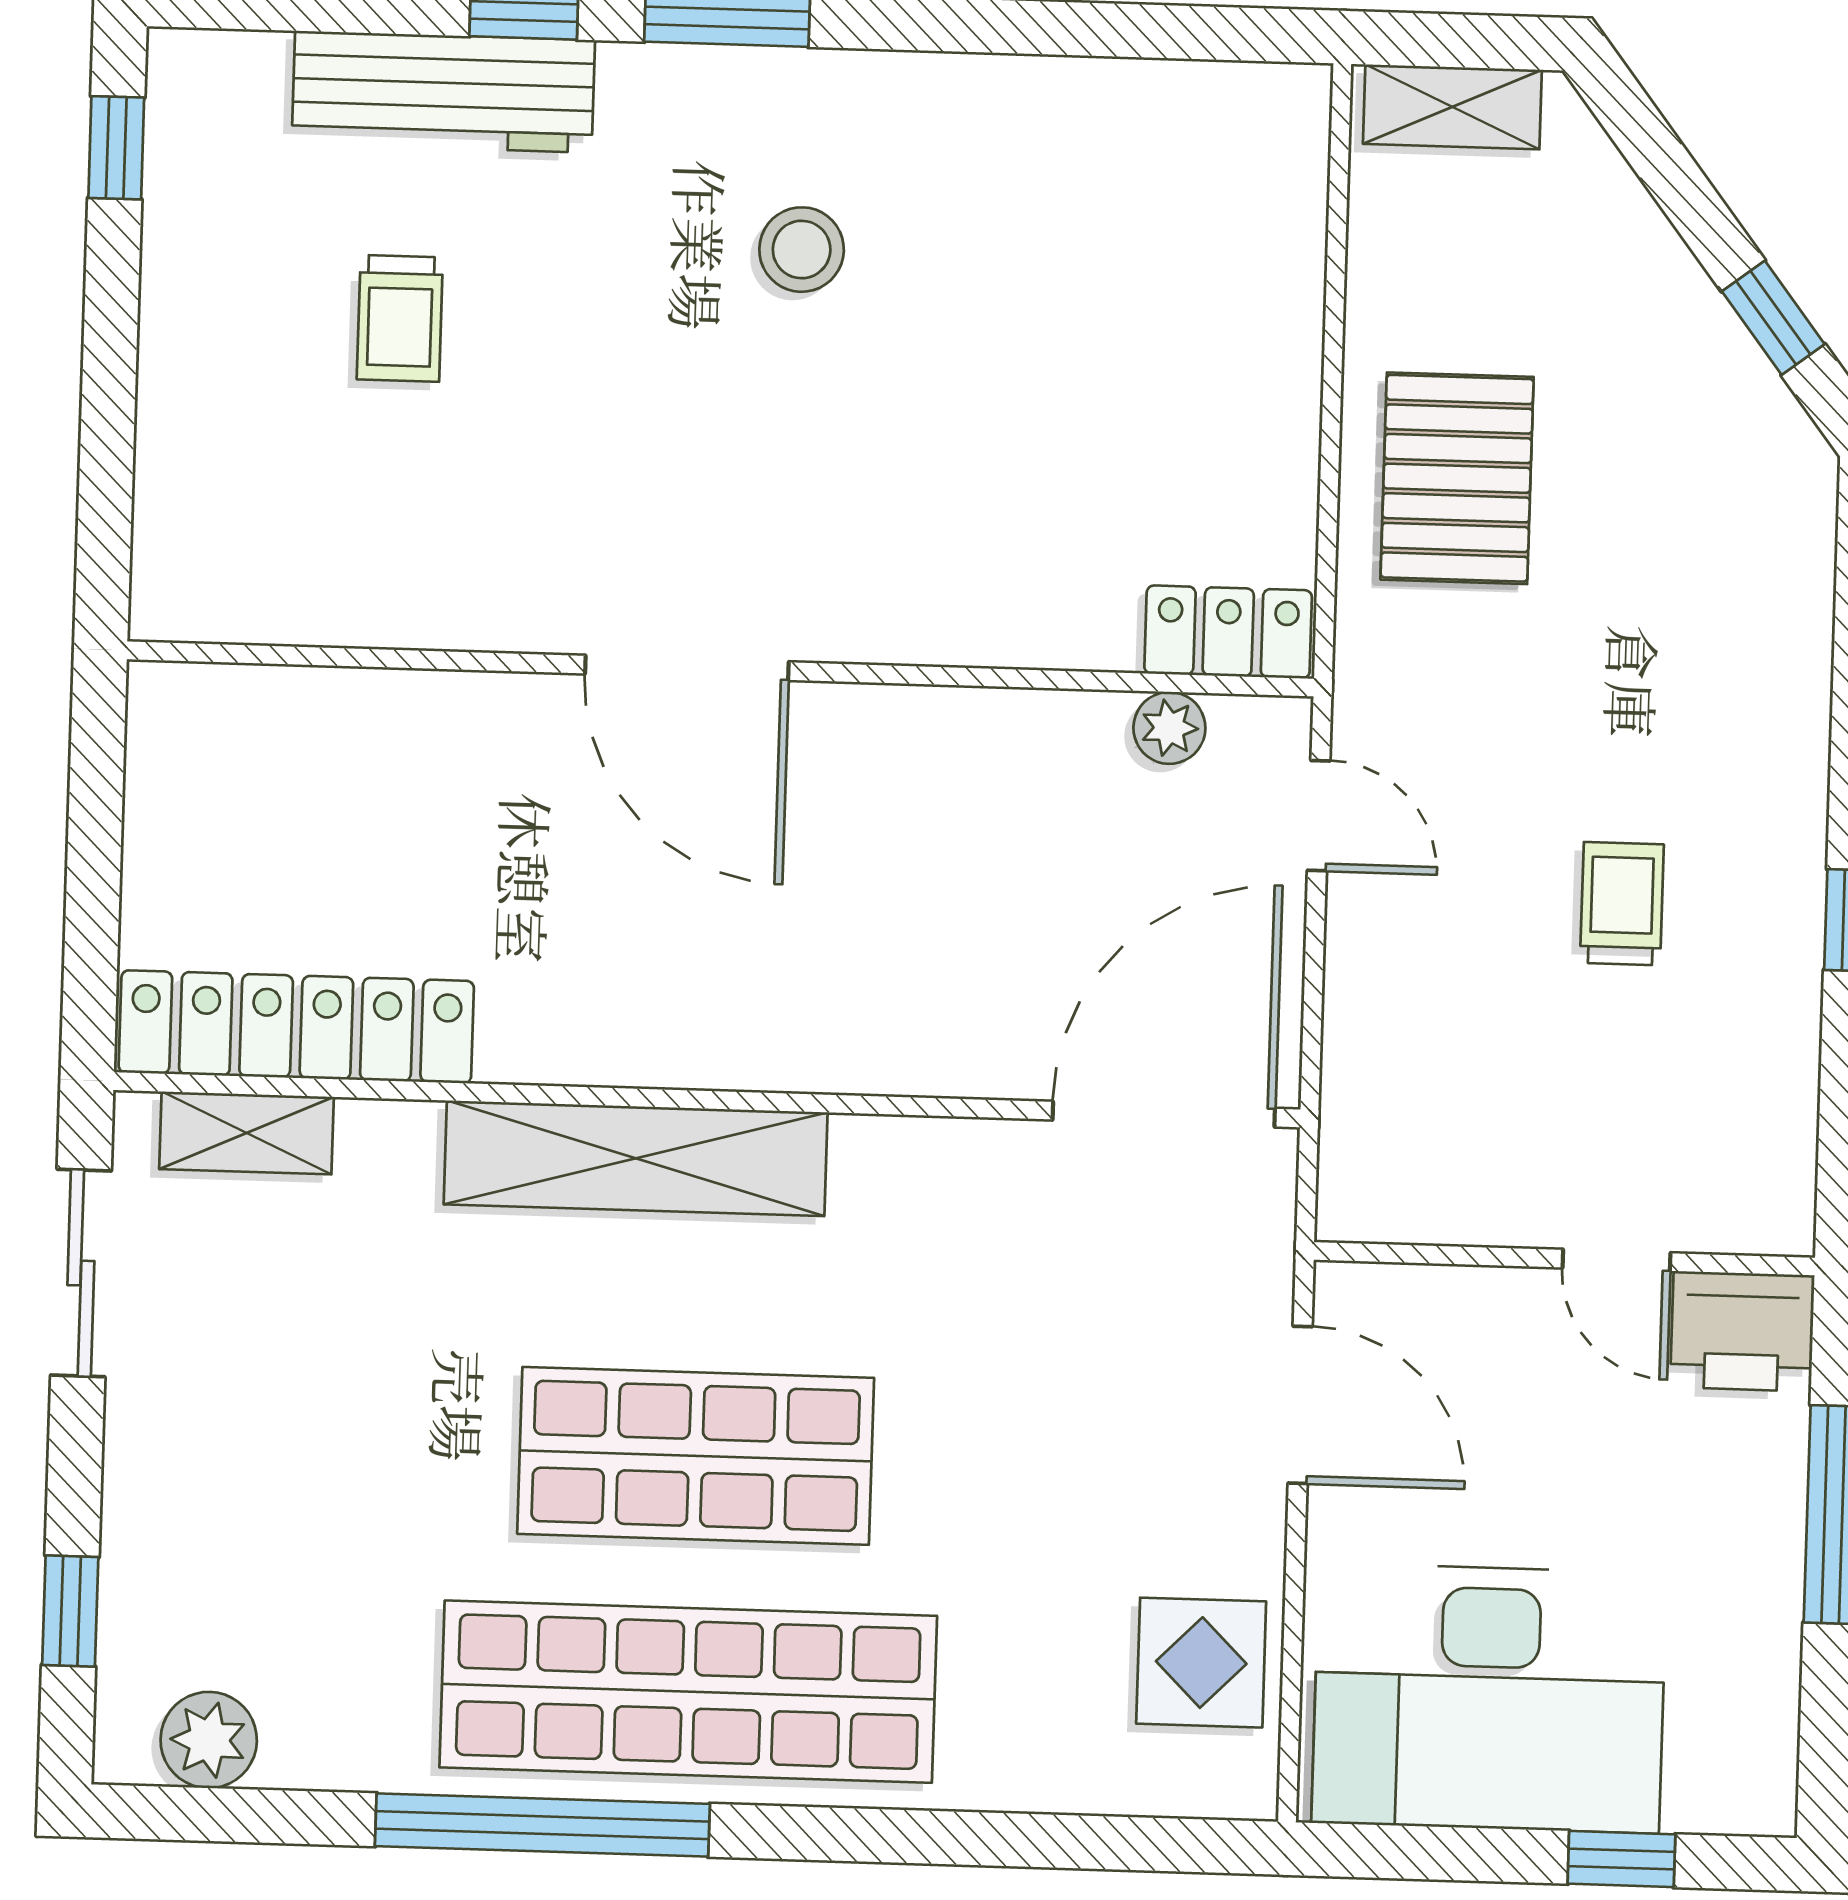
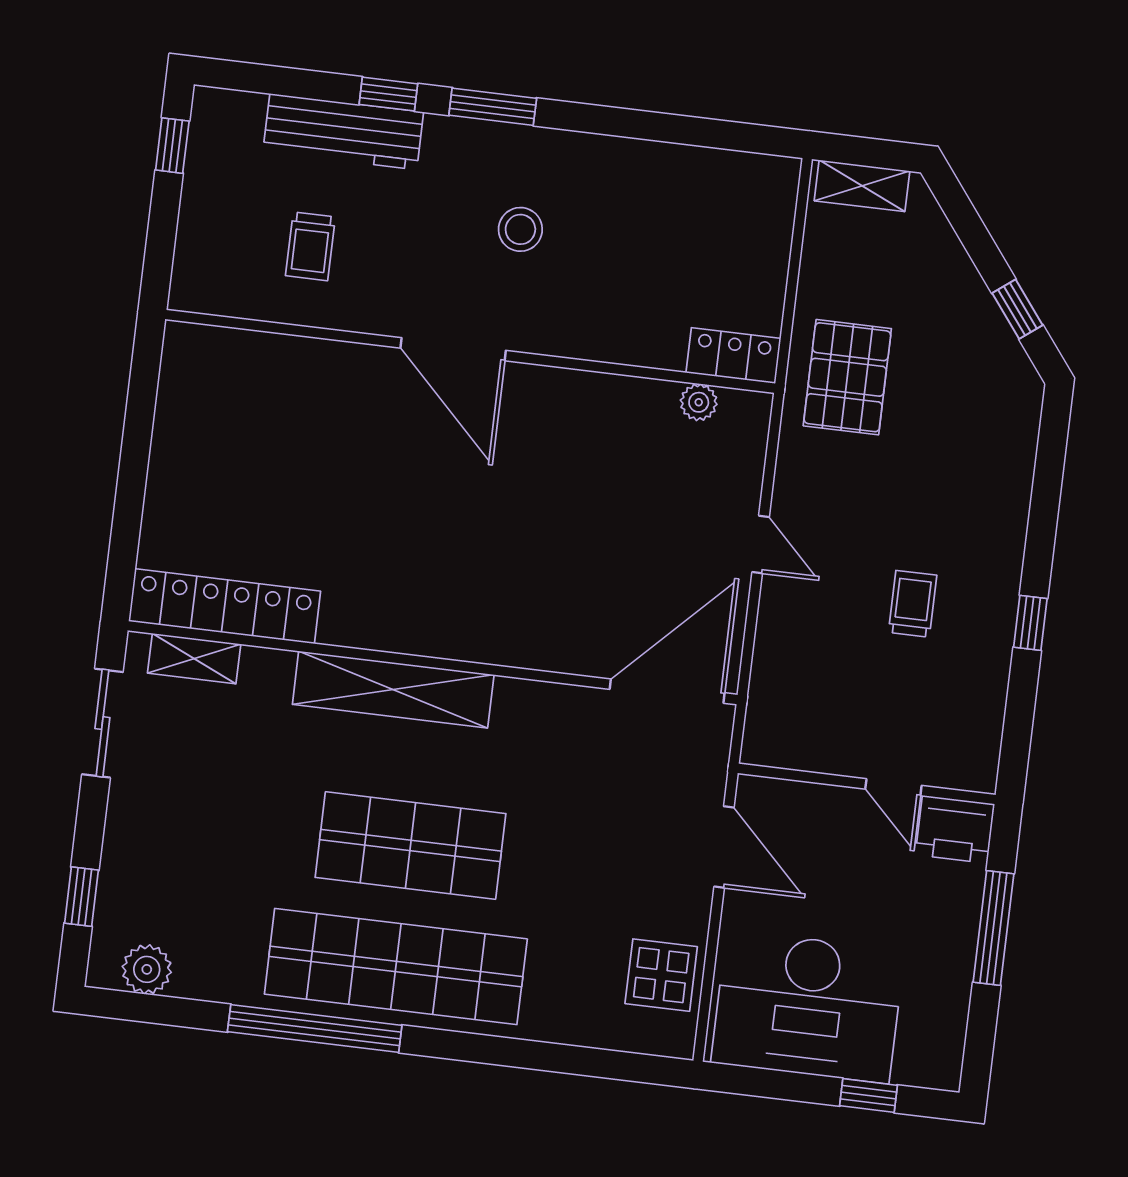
locker: (1228, 632) -> (733, 356), moved
door: (687, 668) -> (453, 349), moved
wall: (720, 669) -> (470, 351), moved
plant: (1169, 728) -> (699, 402), moved

